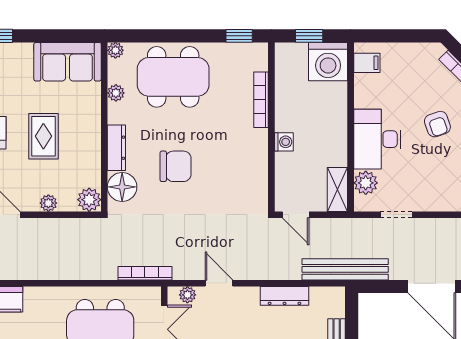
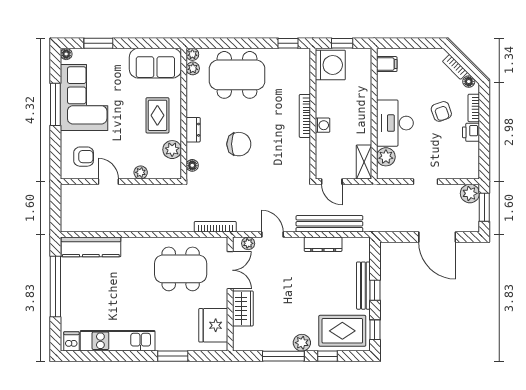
washing machine: (328, 62) -> (330, 65), moved, turned -90
plant: (116, 93) -> (193, 68), moved
bookcase: (261, 100) -> (305, 116), moved
rug: (43, 136) -> (157, 115), moved
dresser: (116, 148) -> (193, 130), width x0.70
floor lamp: (122, 187) -> (192, 165), width x0.53, depth x0.53
plant: (89, 200) -> (172, 150), moved
doorway: (396, 215) -> (426, 182), moved
bench: (345, 269) -> (329, 224), moved

